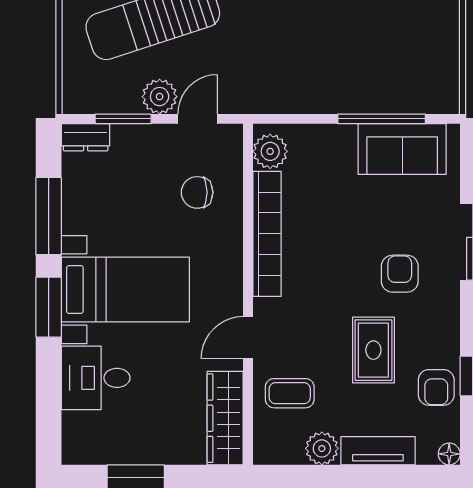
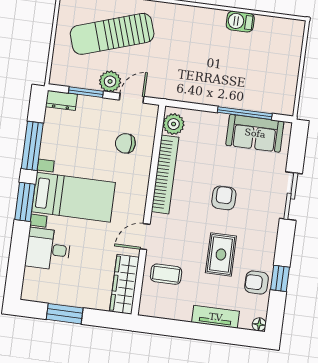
armchair: (400, 274) -> (224, 198), moved
armchair: (436, 387) -> (257, 283), turned 90
plant: (322, 448) -> (181, 311), removed

